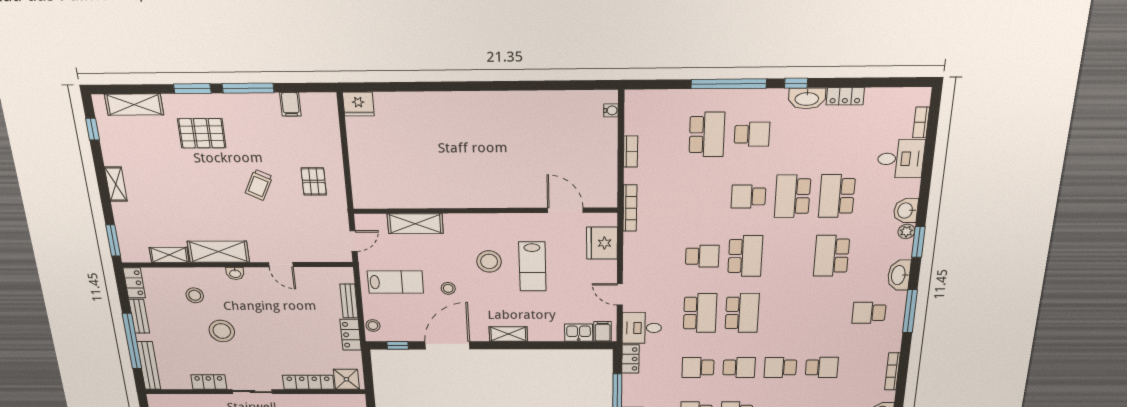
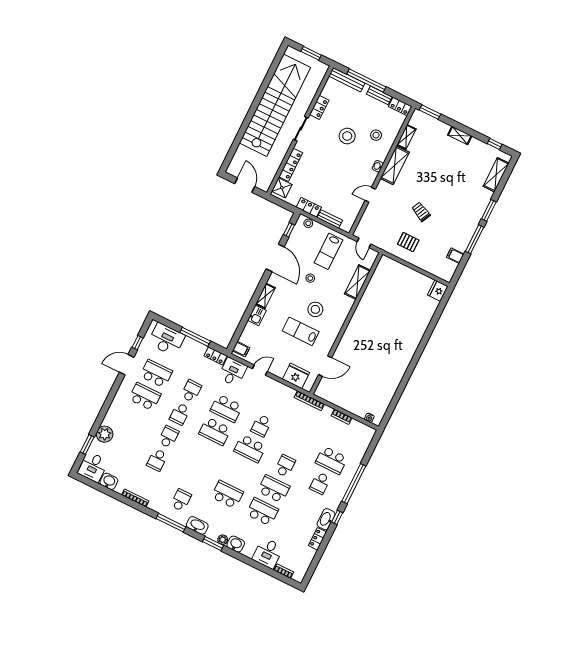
pallet: (202, 133) -> (464, 200), removed
kitchen sink: (579, 333) -> (257, 315), moved

